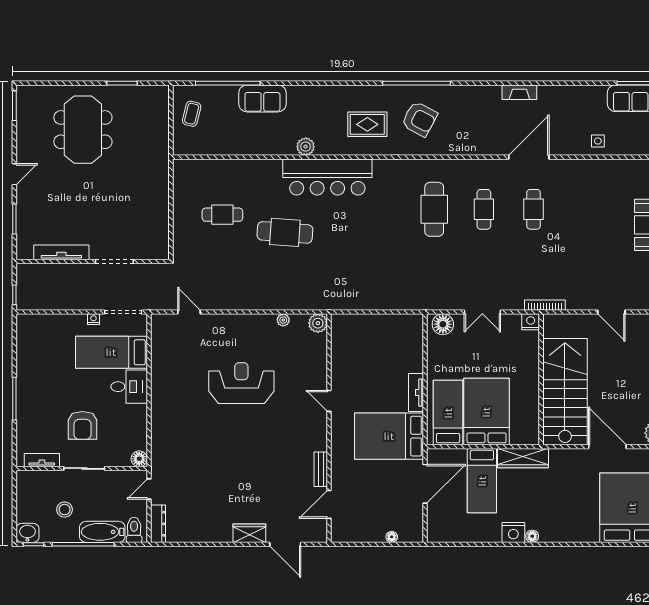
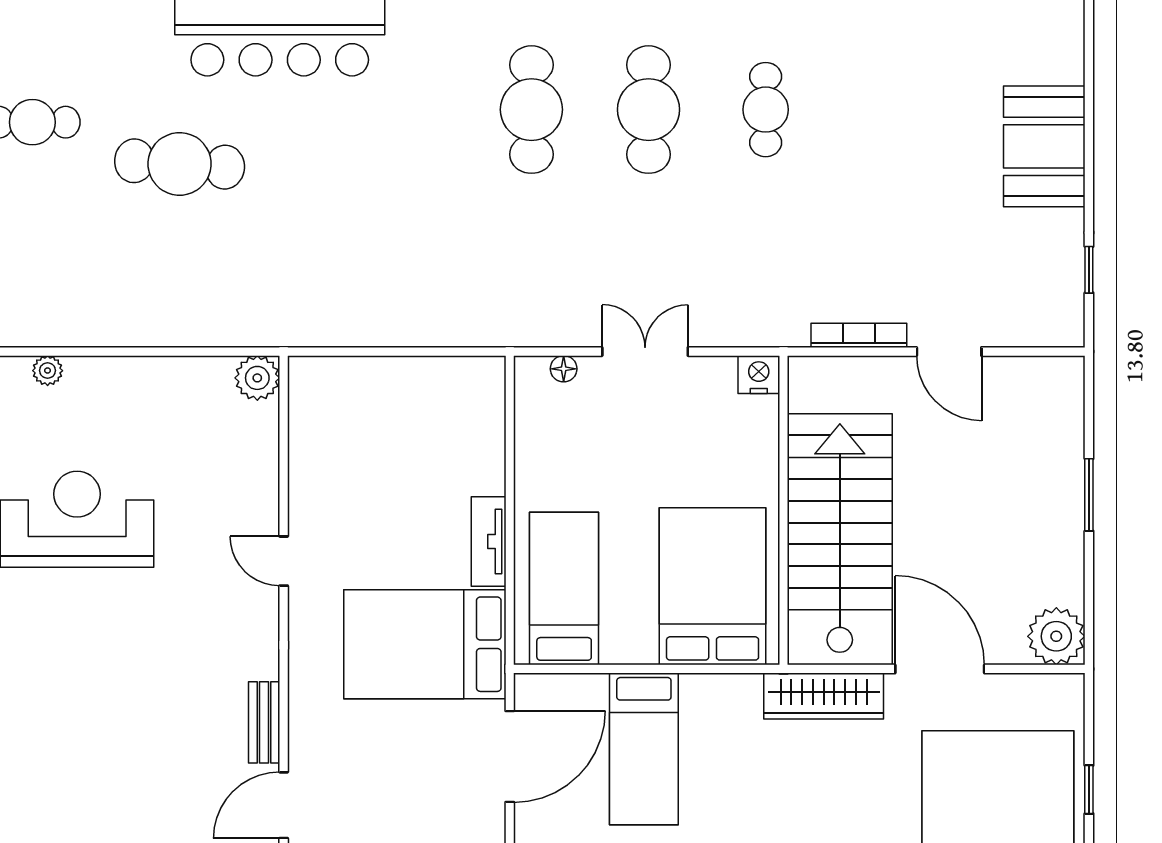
cafe table: (484, 209) -> (649, 110), width x1.37, depth x1.35
bookcase: (545, 305) -> (859, 335), moved
double door: (482, 312) -> (645, 352), swing flipped
plant: (283, 320) -> (48, 371), moved
floor lamp: (443, 324) -> (564, 369), width x0.53, depth x0.53
bed: (486, 412) -> (713, 586), moved
wardrobe: (523, 458) -> (824, 696), moved

